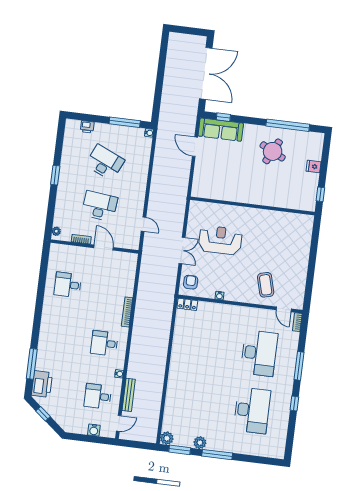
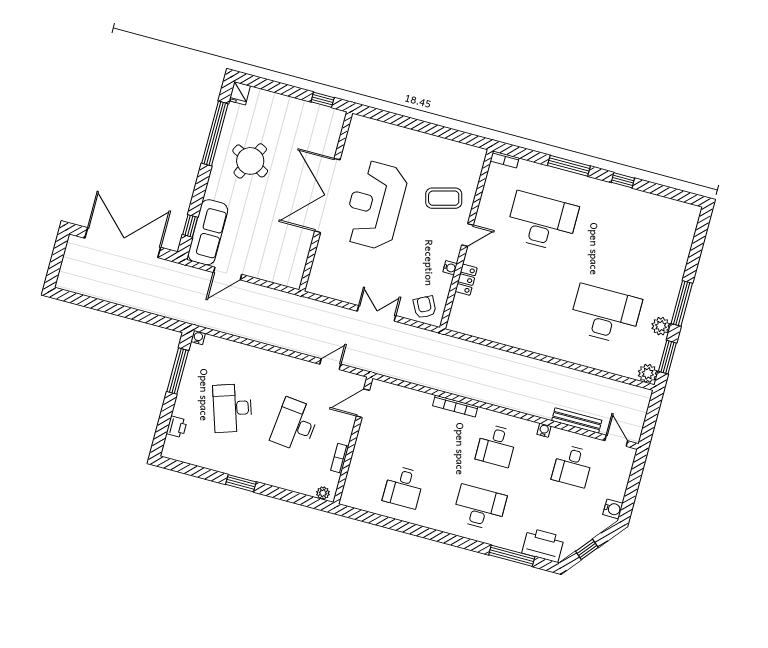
desk: (105, 162) -> (232, 408), turned -42
fridge: (314, 166) -> (240, 93), moved
double door: (257, 206) -> (327, 195), added
reception desk: (220, 240) -> (375, 205), moved, width x1.36, depth x1.30
door: (104, 248) -> (363, 403), moved
armchair: (191, 282) -> (425, 307), turned 63
locker: (187, 304) -> (466, 280), moved
door: (284, 309) -> (468, 235), moved
desk: (61, 338) -> (480, 508), added
desk: (252, 410) -> (605, 314), moved
water cooler: (94, 430) -> (613, 509), moved

